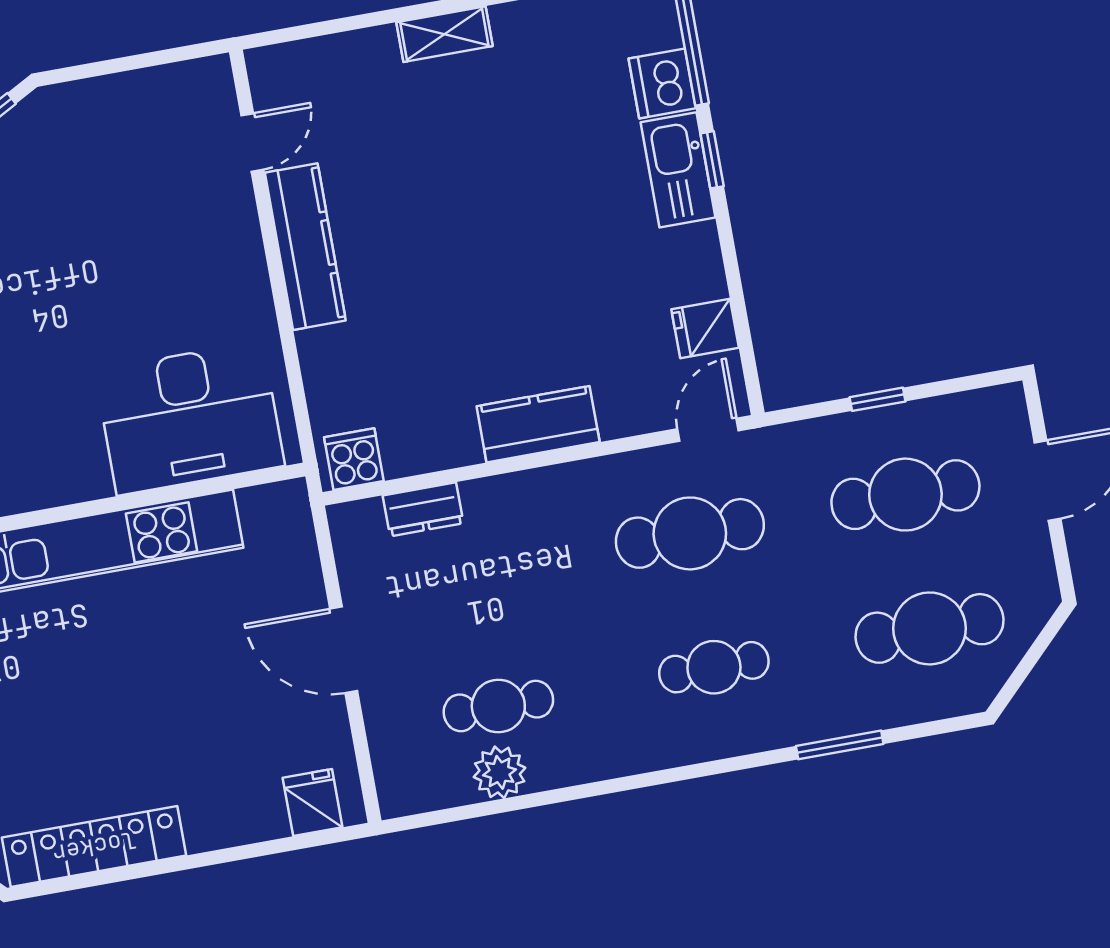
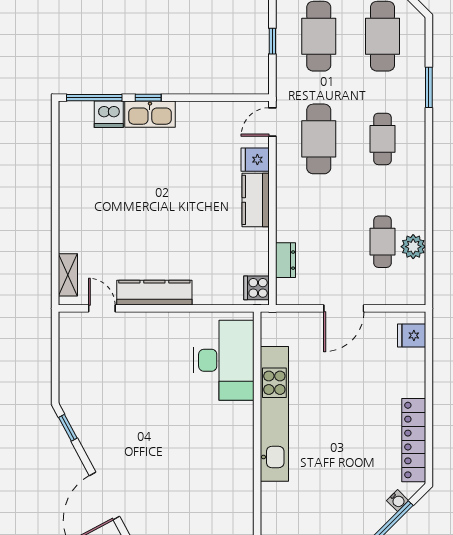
shelving: (444, 34) -> (68, 275), moved
fridge: (705, 329) -> (255, 160), moved, turned 90
door: (708, 430) -> (272, 122), hinge flipped

